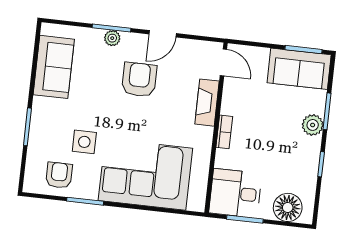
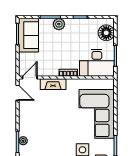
door: (163, 34) -> (18, 93), moved
armchair: (139, 80) -> (44, 123), removed
desk: (235, 193) -> (97, 63), width x1.37

